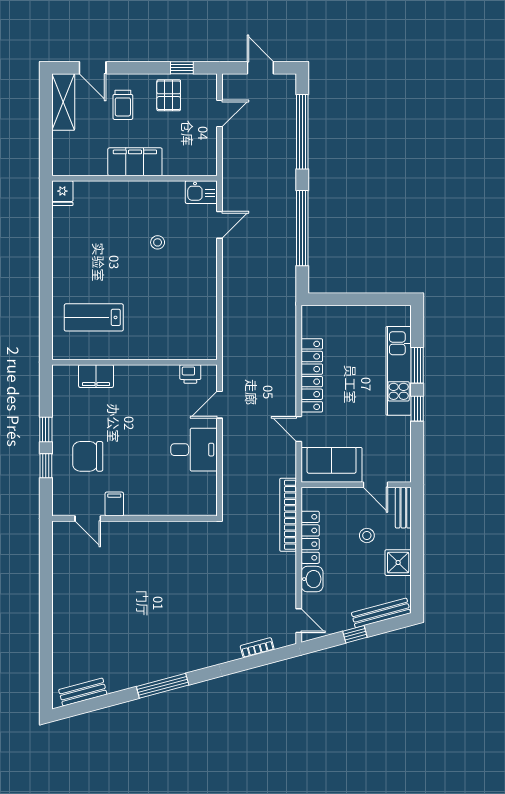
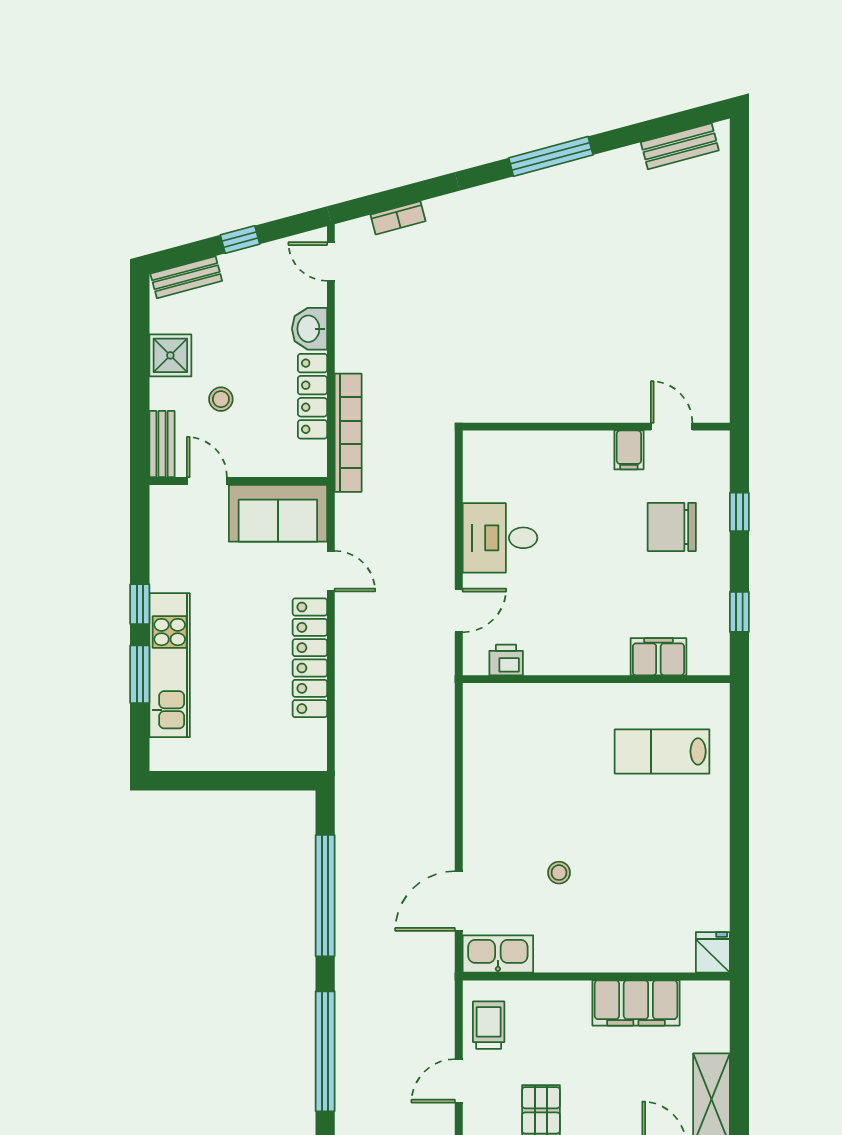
trolley: (123, 105) -> (489, 1025), moved
filing cabinet: (135, 162) -> (636, 1003), moved
kitchen sink: (201, 192) -> (498, 954), width x1.38
door: (220, 225) -> (459, 901), width x1.38
lab bench: (94, 317) -> (662, 751), turned 180
window: (46, 430) -> (739, 612), moved
chair: (88, 456) -> (672, 527), turned 180
bench: (381, 613) -> (186, 277), width x0.73

